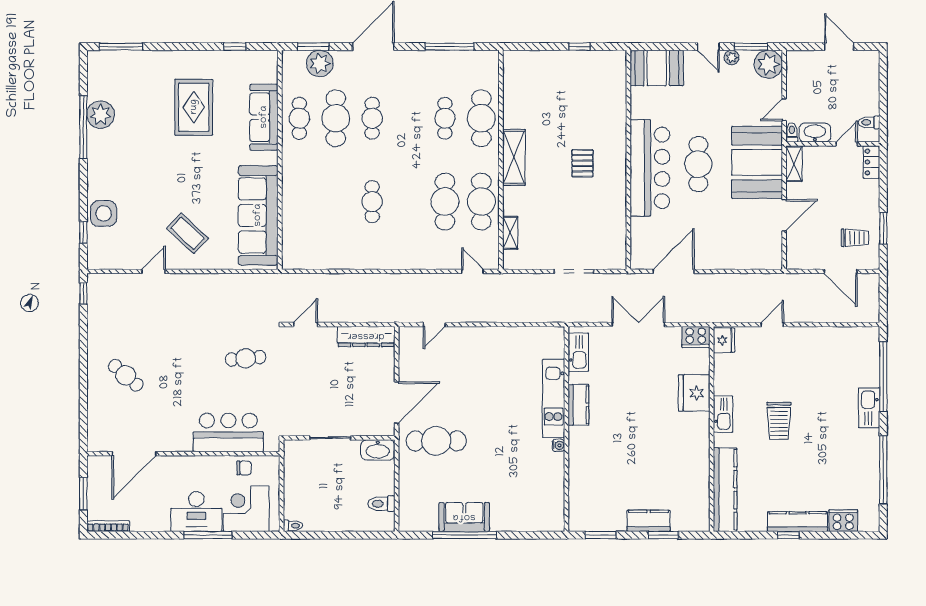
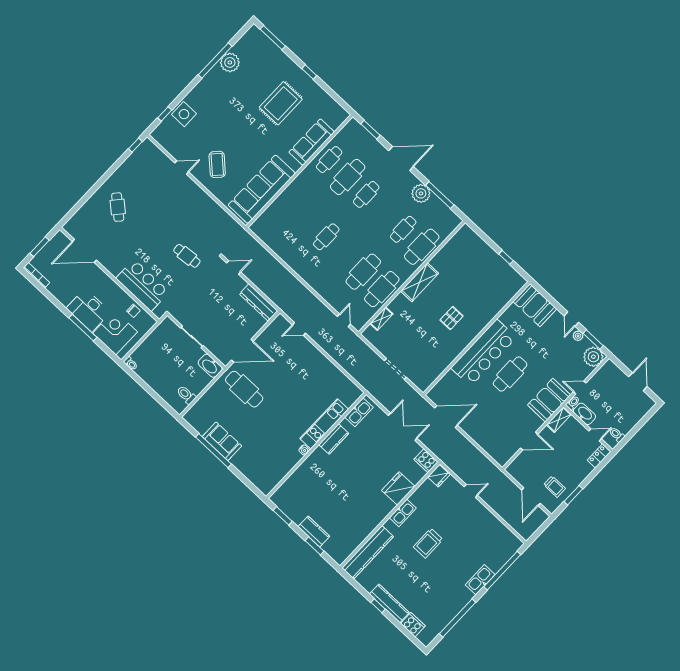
window: (235, 47) -> (309, 72), moved
plant: (320, 63) -> (421, 193), moved
booth: (757, 162) -> (549, 400), width x0.73, depth x0.70

